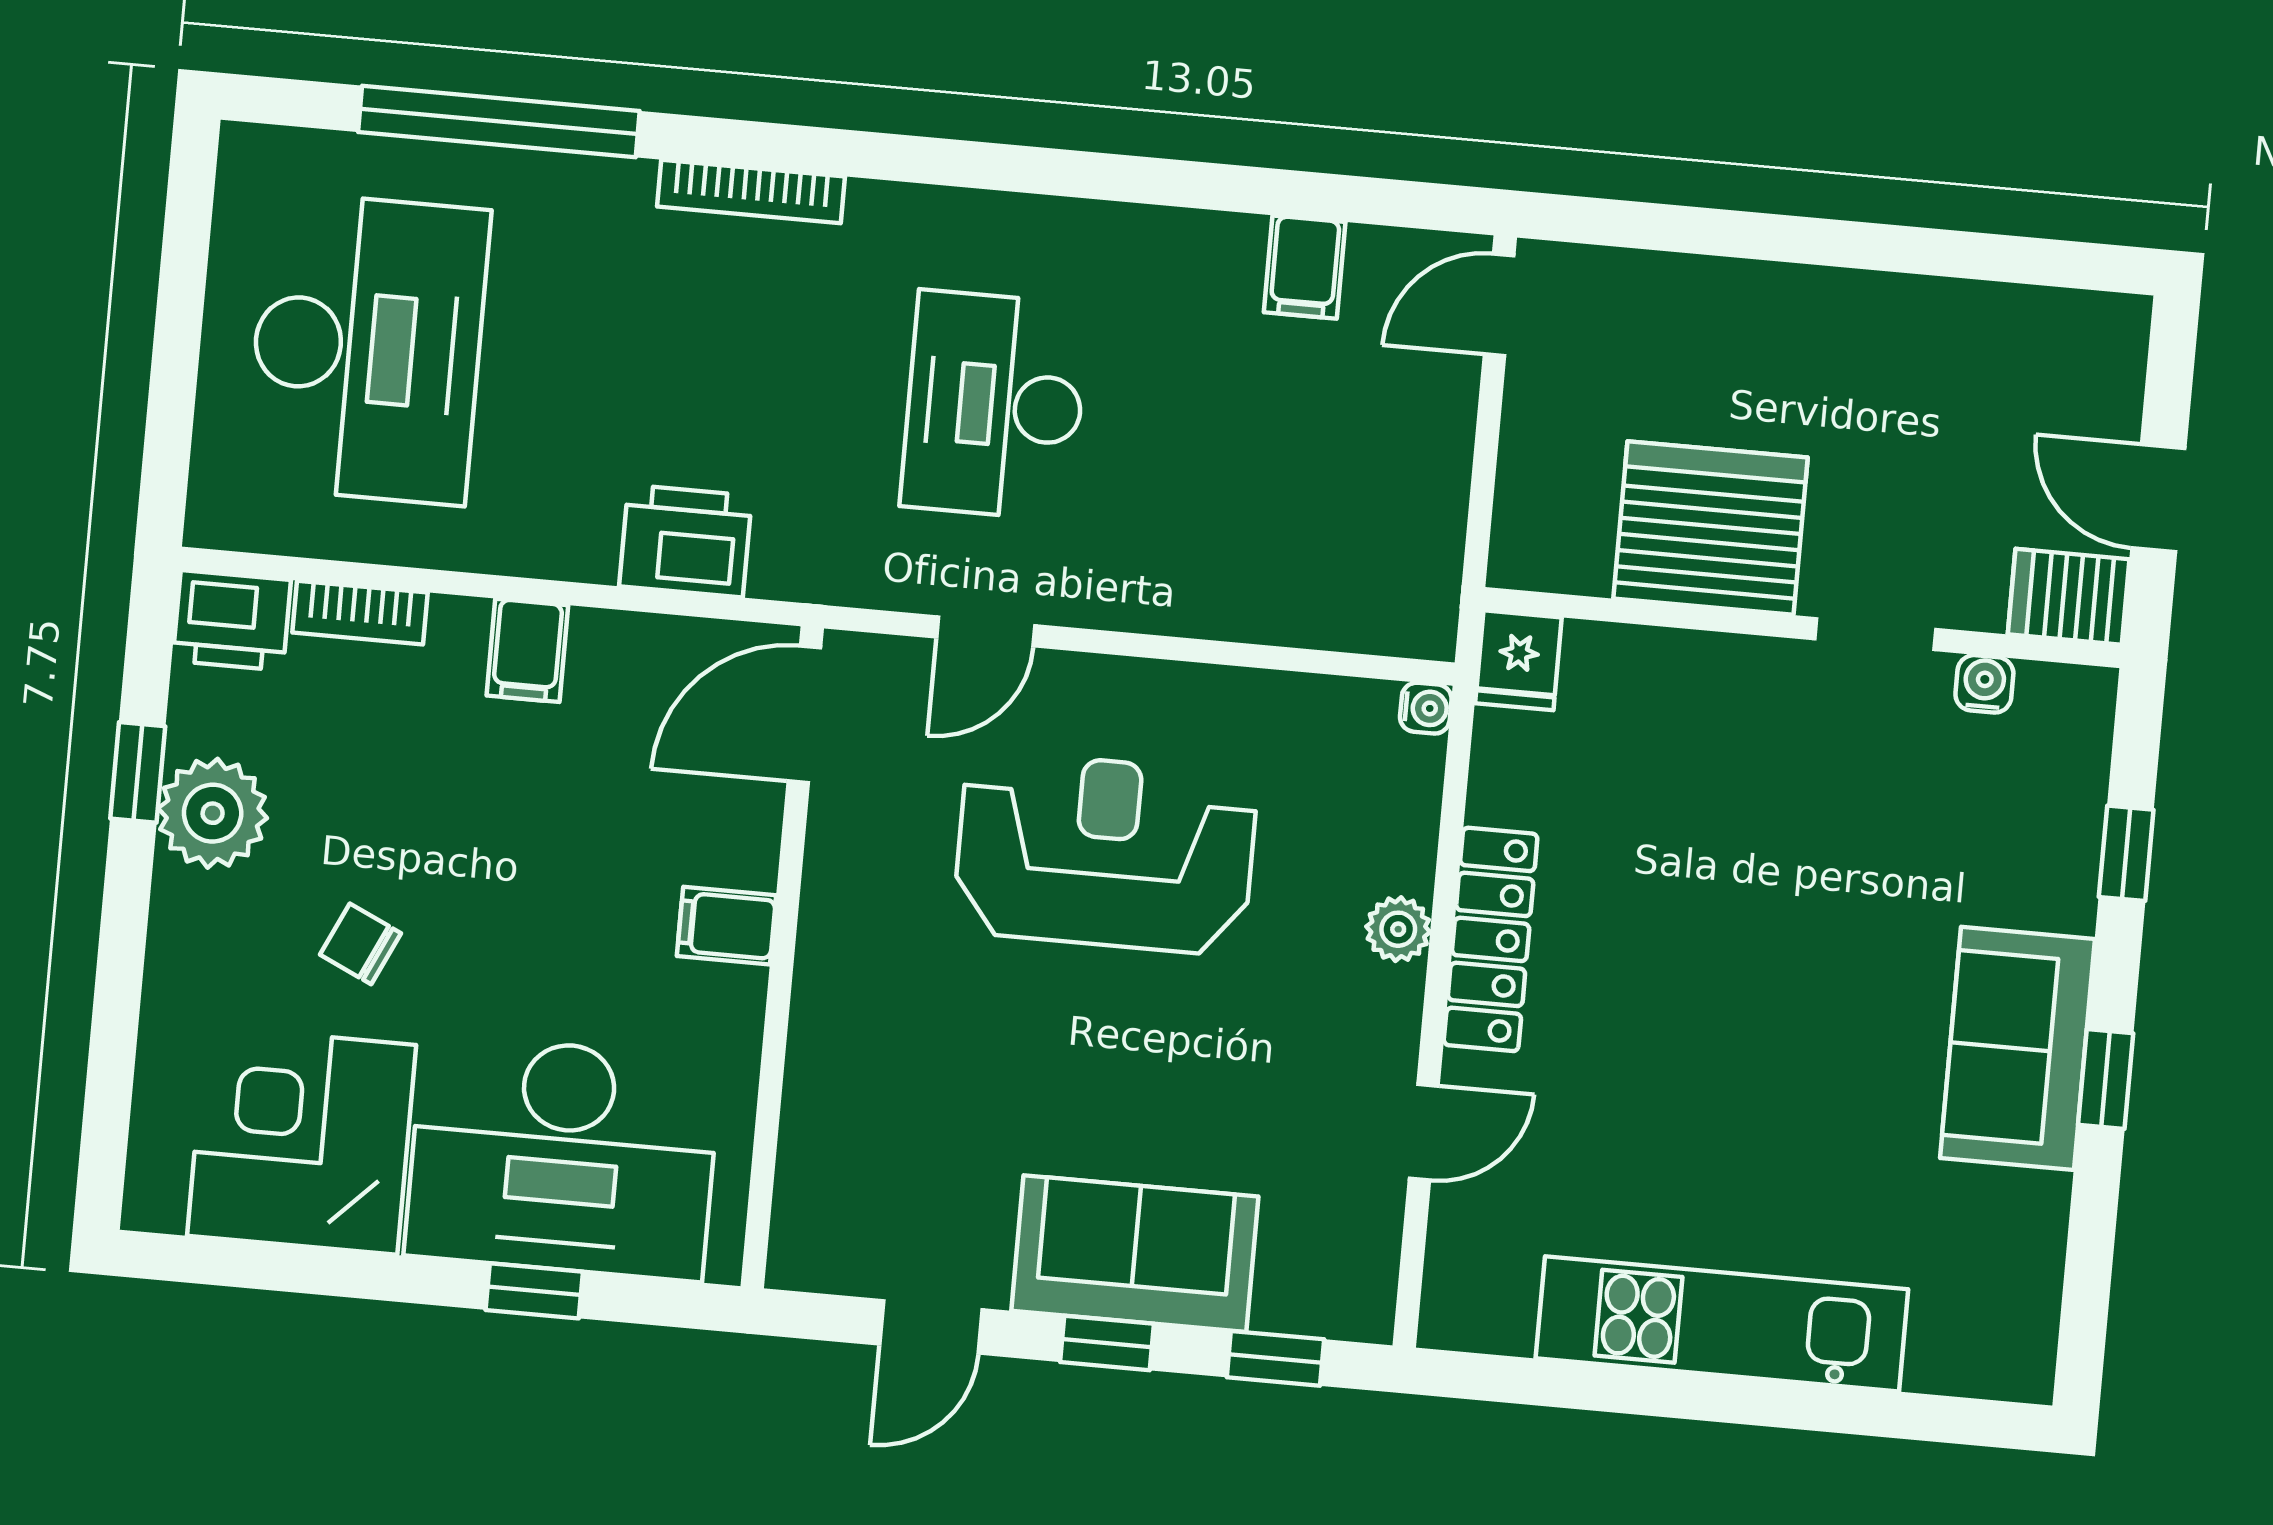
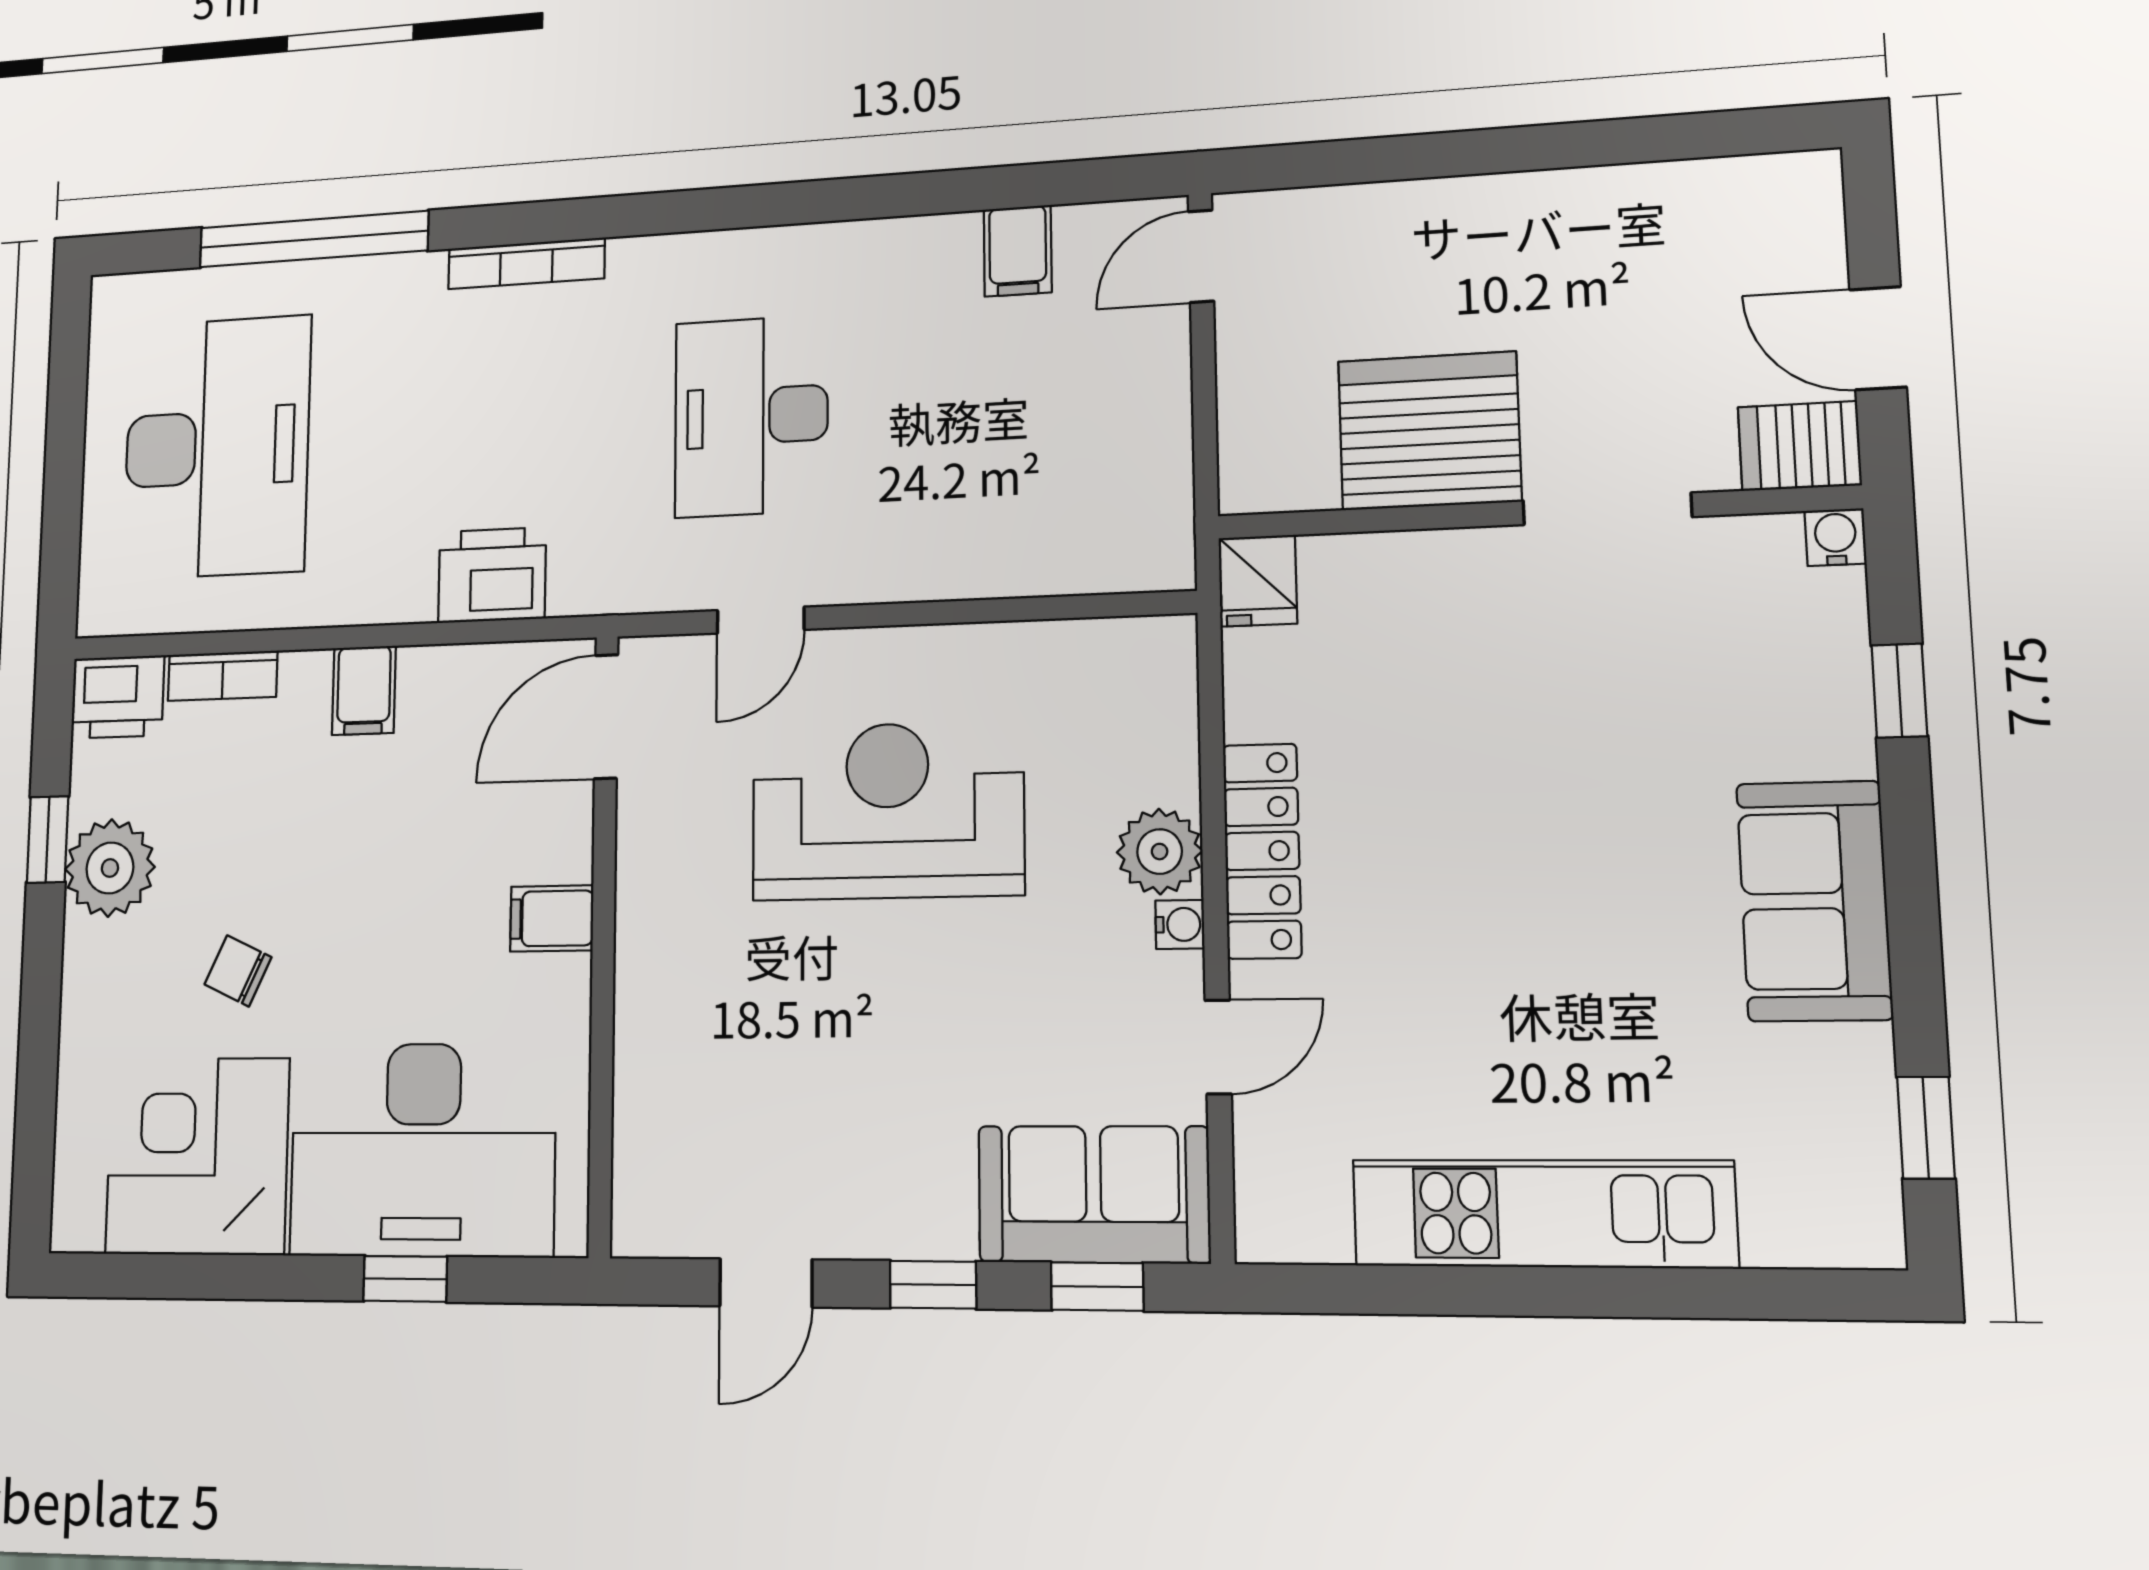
doorway: (1875, 634) -> (1607, 509), width x1.38
water cooler: (1984, 684) -> (1835, 537), moved
water cooler: (1426, 708) -> (1180, 924), moved
plant: (1398, 929) -> (1160, 852), width x1.38, depth x1.38
window: (2106, 1079) -> (1926, 1128), moved
sofa: (1135, 1254) -> (1094, 1194), moved

